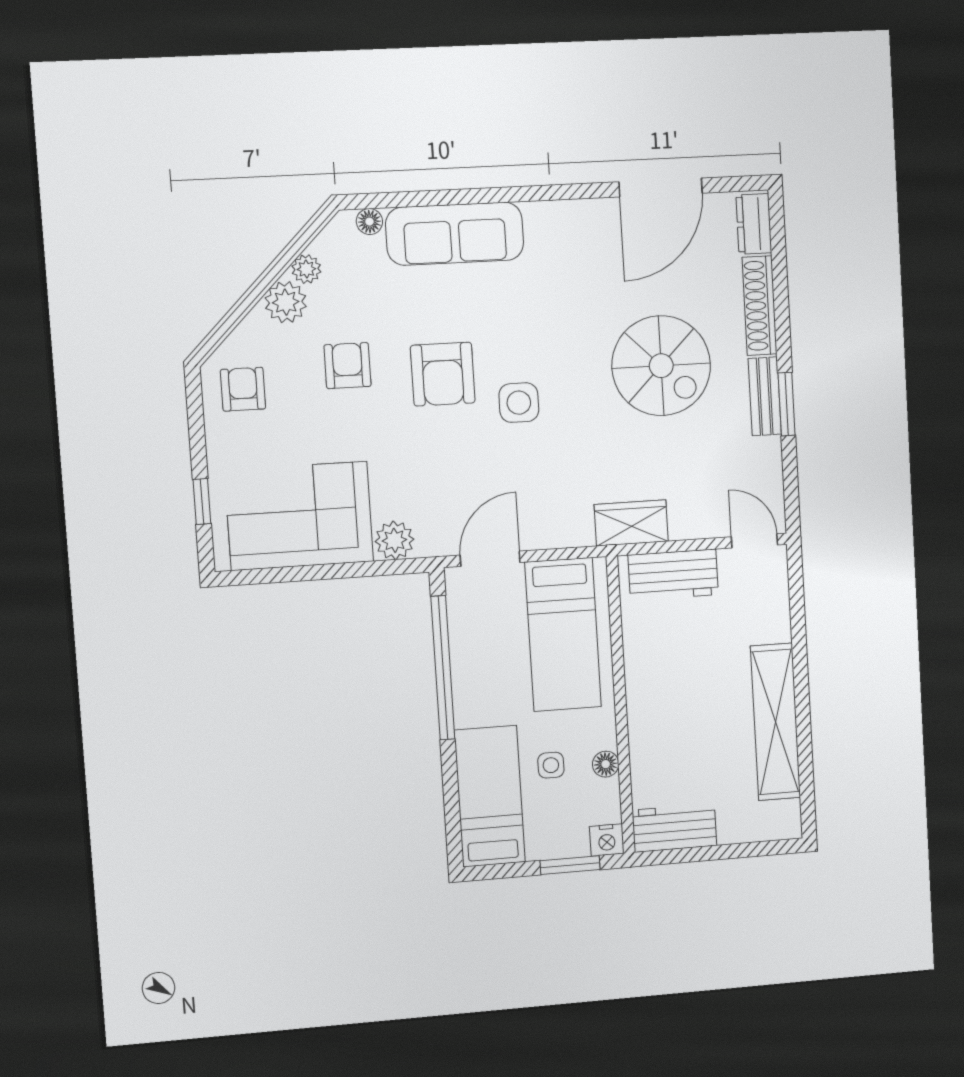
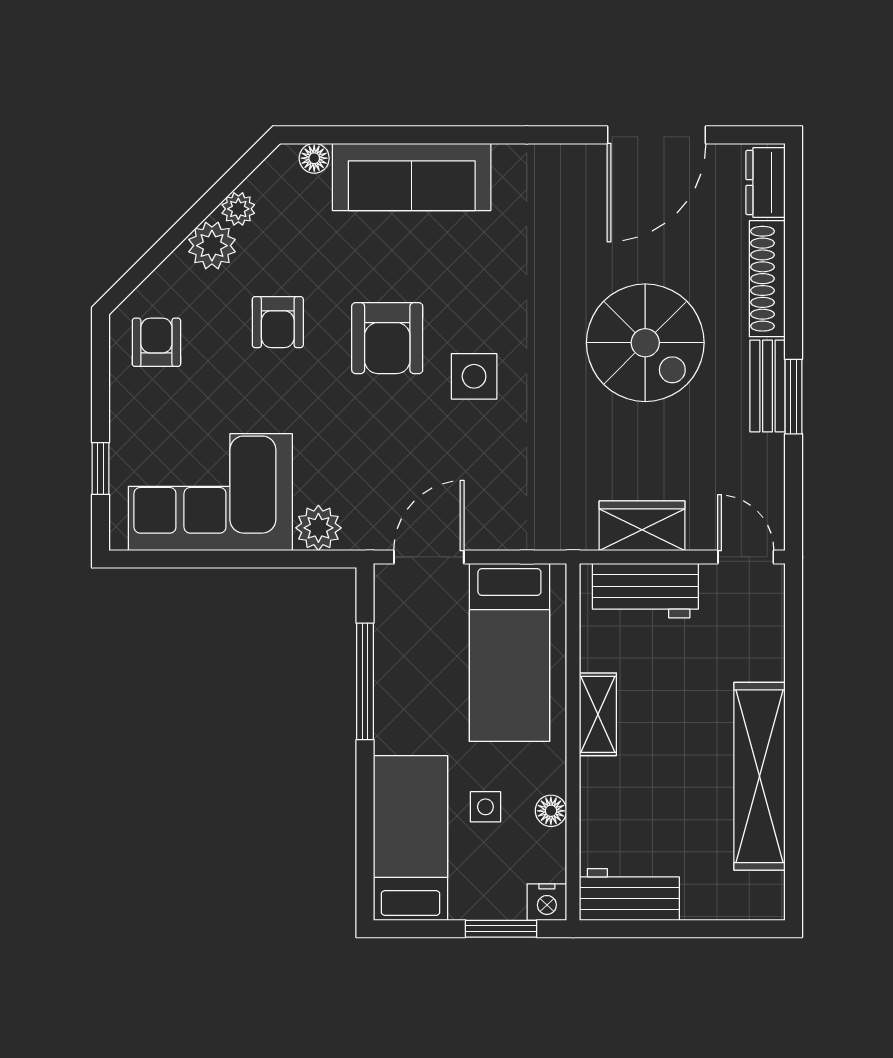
armchair: (348, 366) -> (278, 322), turned 180
wardrobe: (631, 523) -> (642, 526), moved
window: (443, 668) -> (365, 681), width x0.68
shelving: (640, 681) -> (598, 714), added

